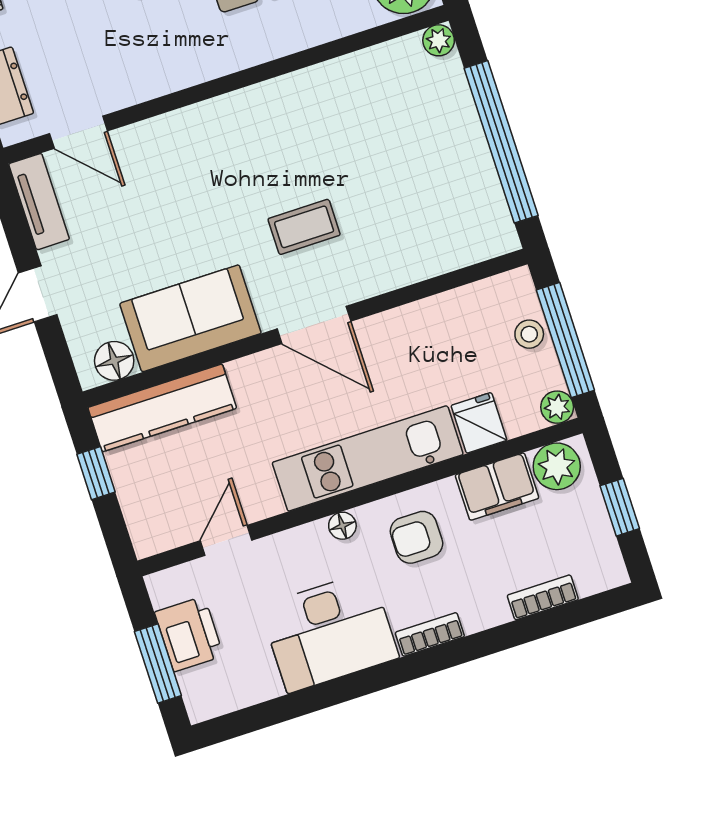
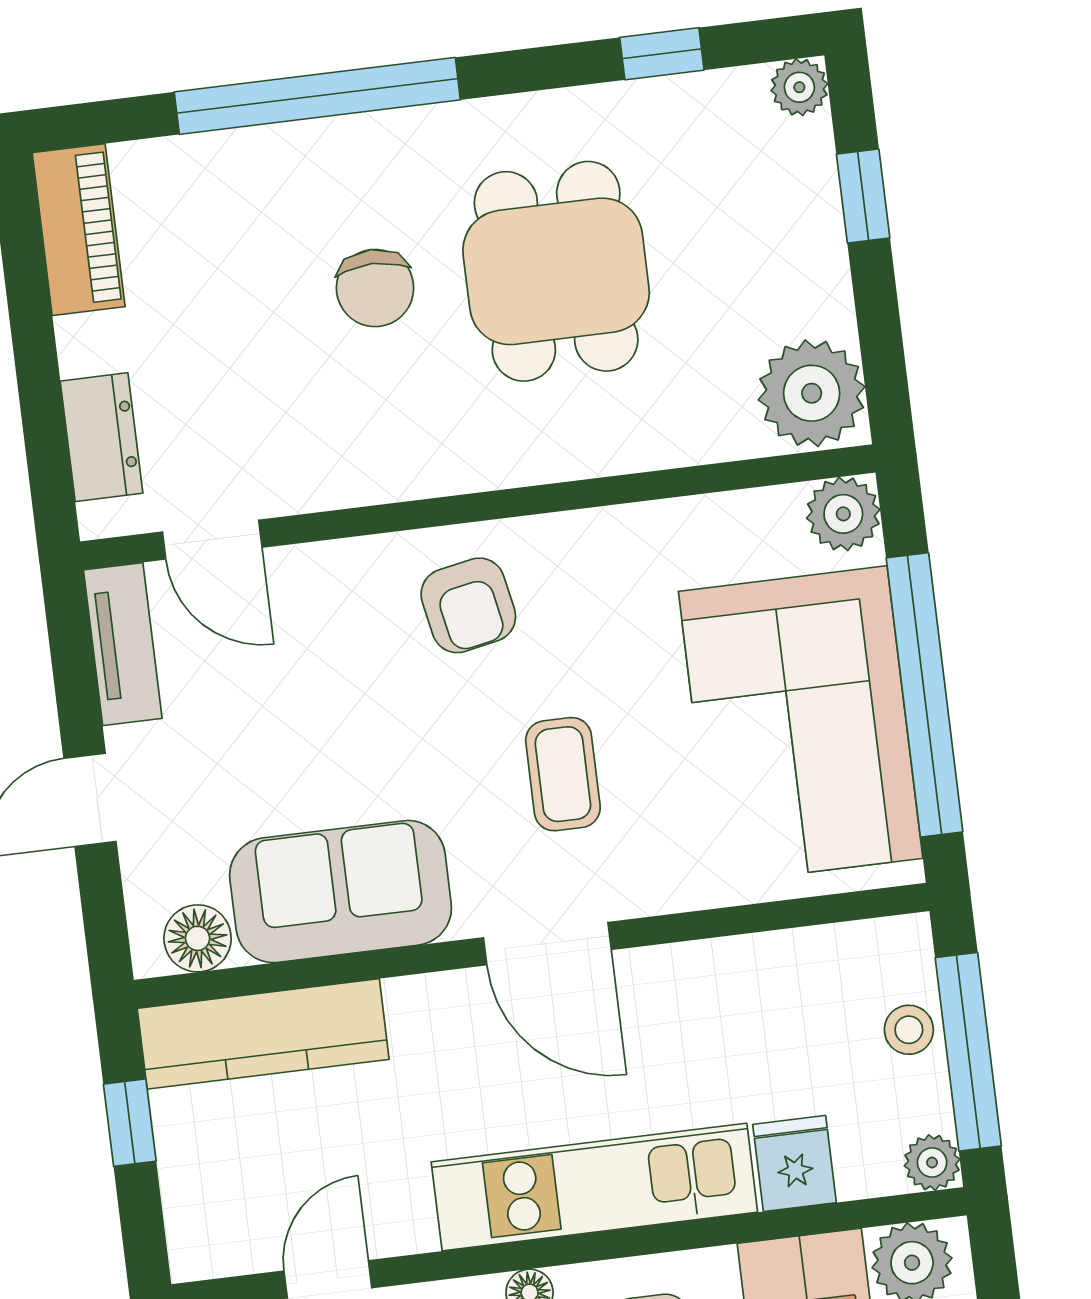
plant: (439, 40) -> (843, 514), width x1.38, depth x1.38
armchair: (231, 141) -> (468, 605), added
corner sofa: (434, 172) -> (801, 725), added
coffee table: (304, 227) -> (563, 774), turned 90

